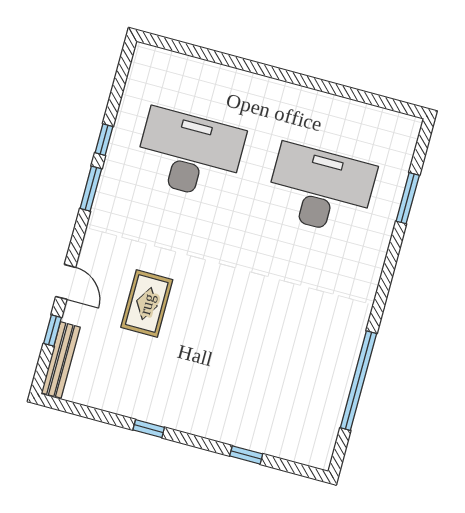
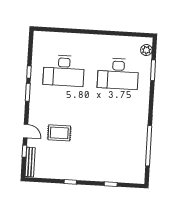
plant: (402, 146) -> (146, 50), added
desk: (190, 154) -> (64, 71), turned 180
desk: (321, 189) -> (118, 74), turned 180
rug: (147, 304) -> (59, 133), turned 90

